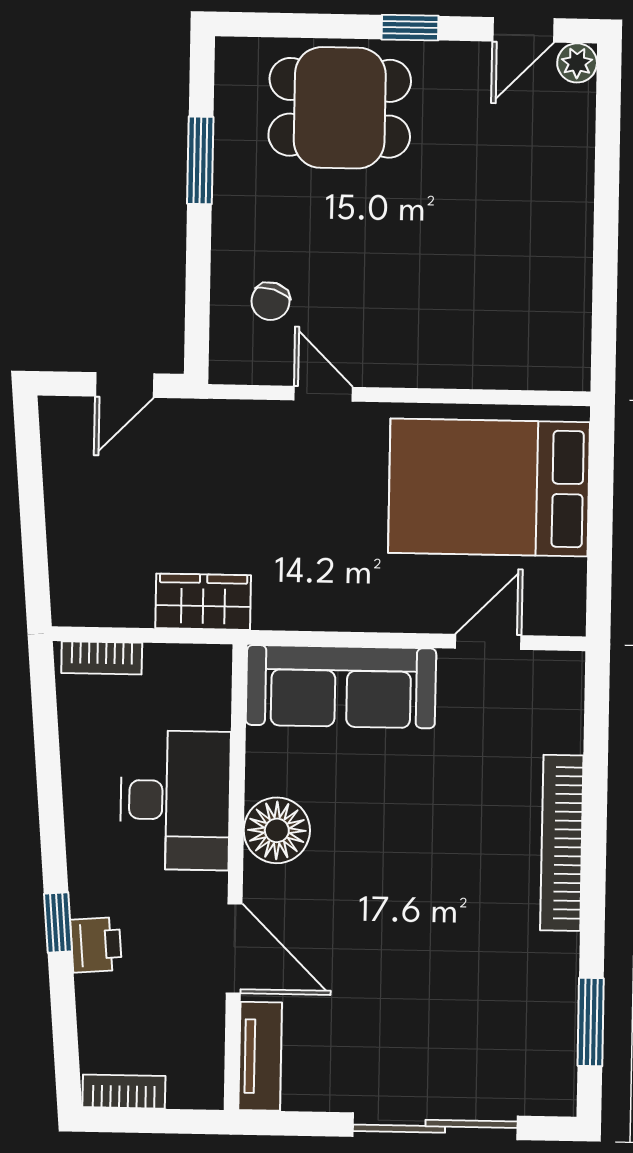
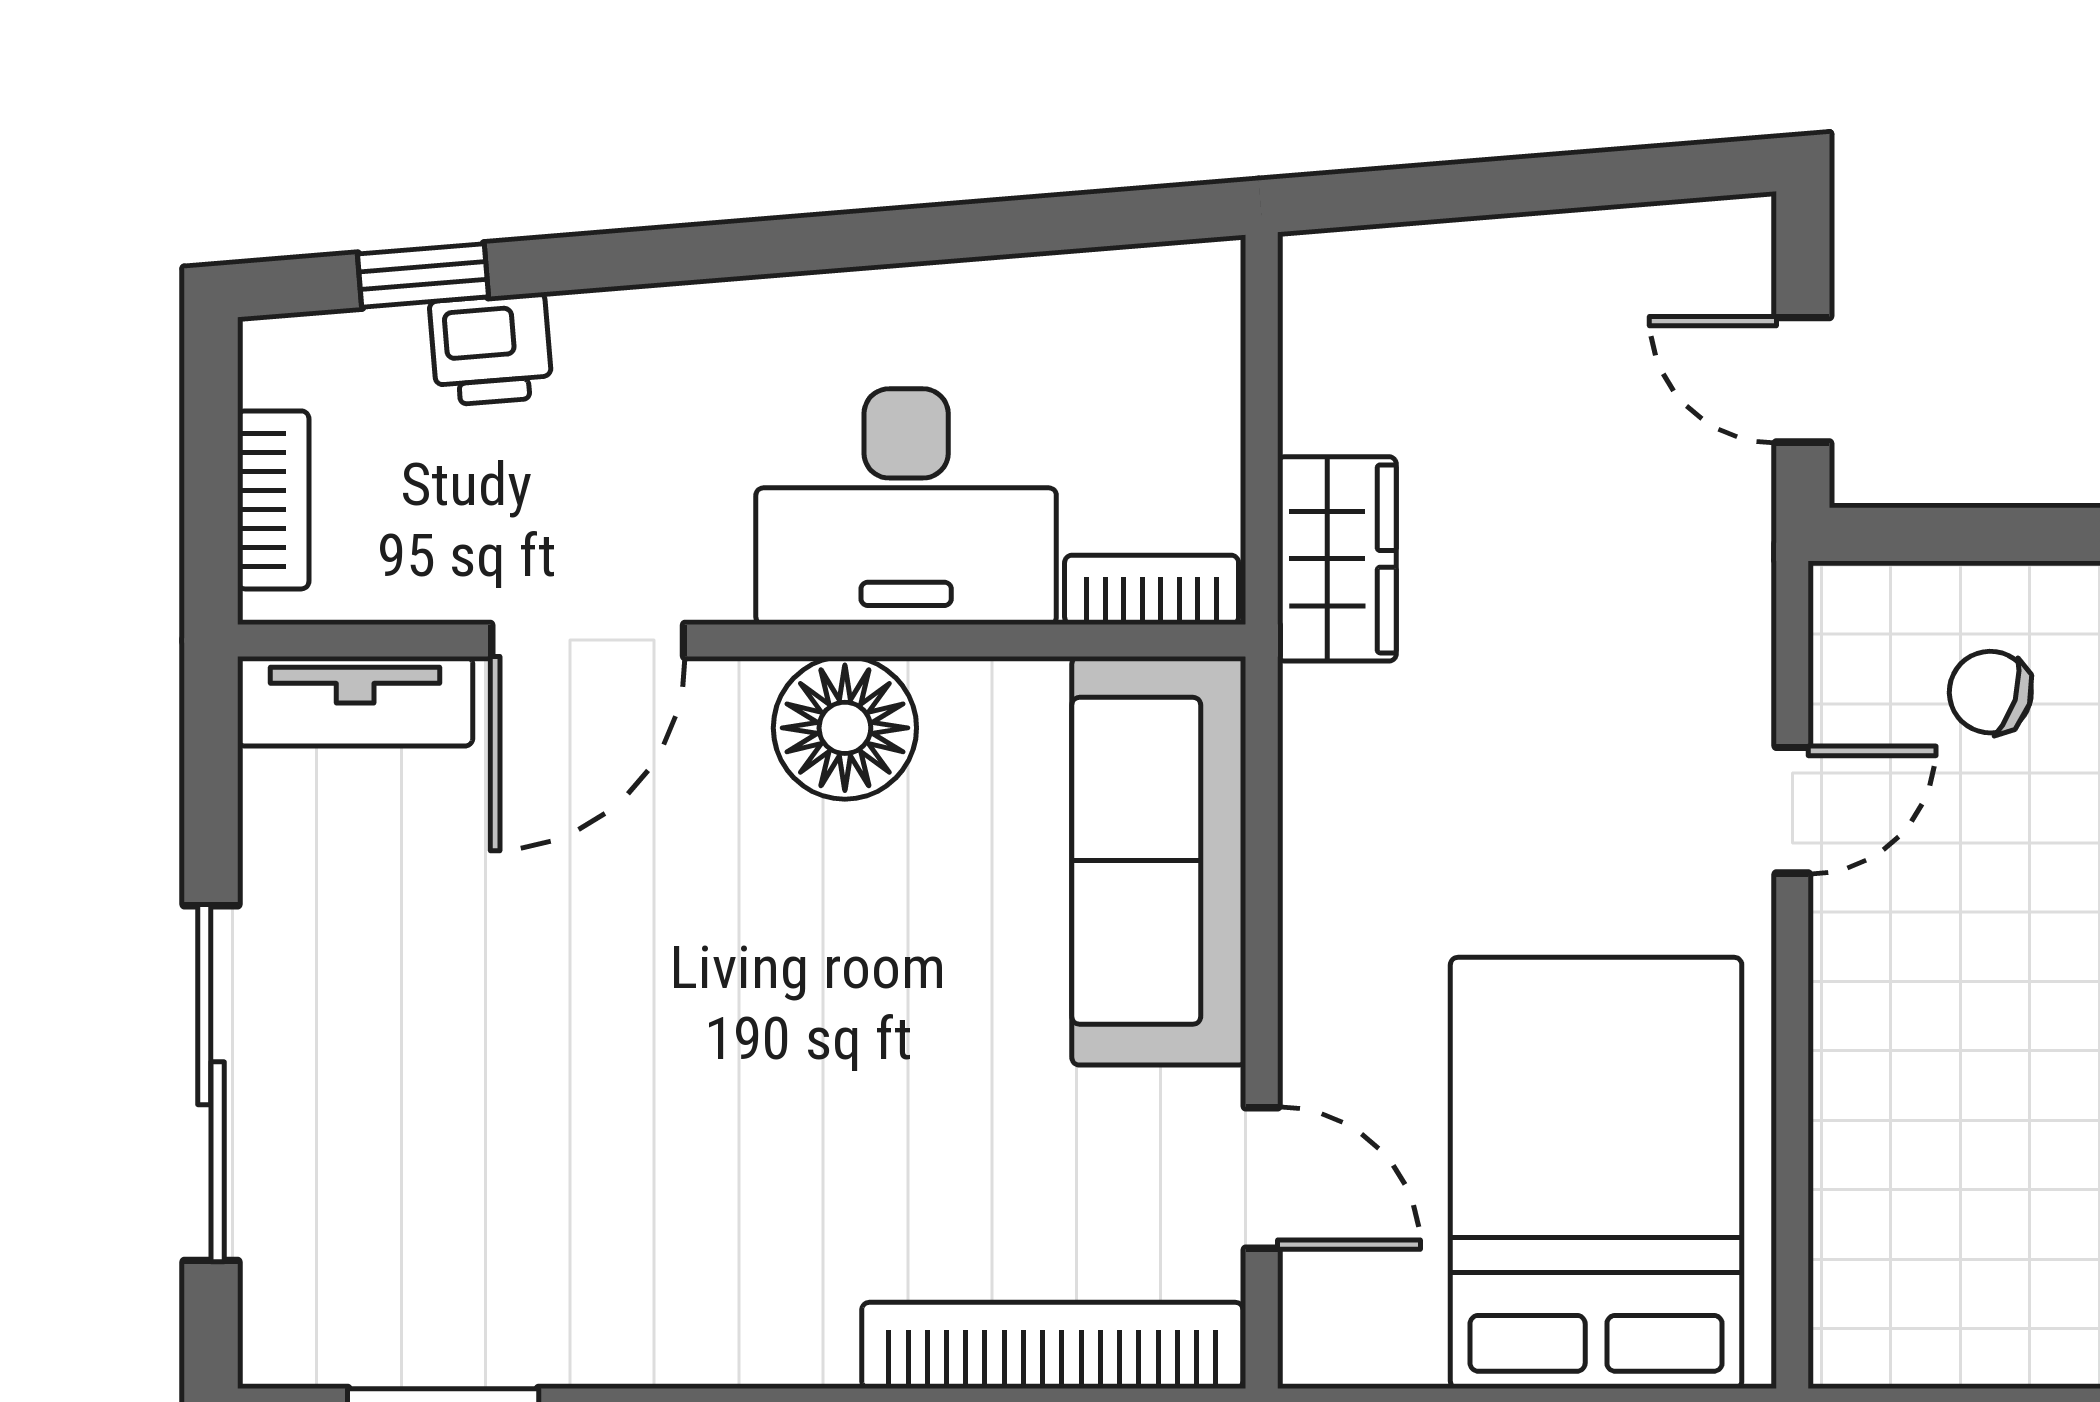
bookcase: (102, 658) -> (1152, 590), moved, turned 90
bookcase: (562, 843) -> (1052, 1345), moved
window: (58, 923) -> (423, 275), moved
printer: (96, 945) -> (491, 349), moved
bookcase: (124, 1092) -> (273, 500), moved

